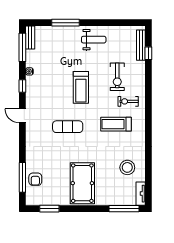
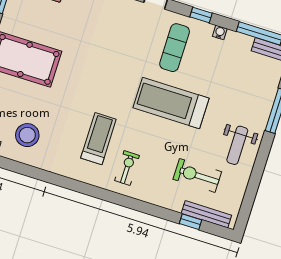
exercise bike: (117, 77) -> (197, 175), moved
treadmill: (81, 87) -> (171, 103), width x1.37, depth x1.38
exercise mat: (68, 127) -> (175, 48), moved

